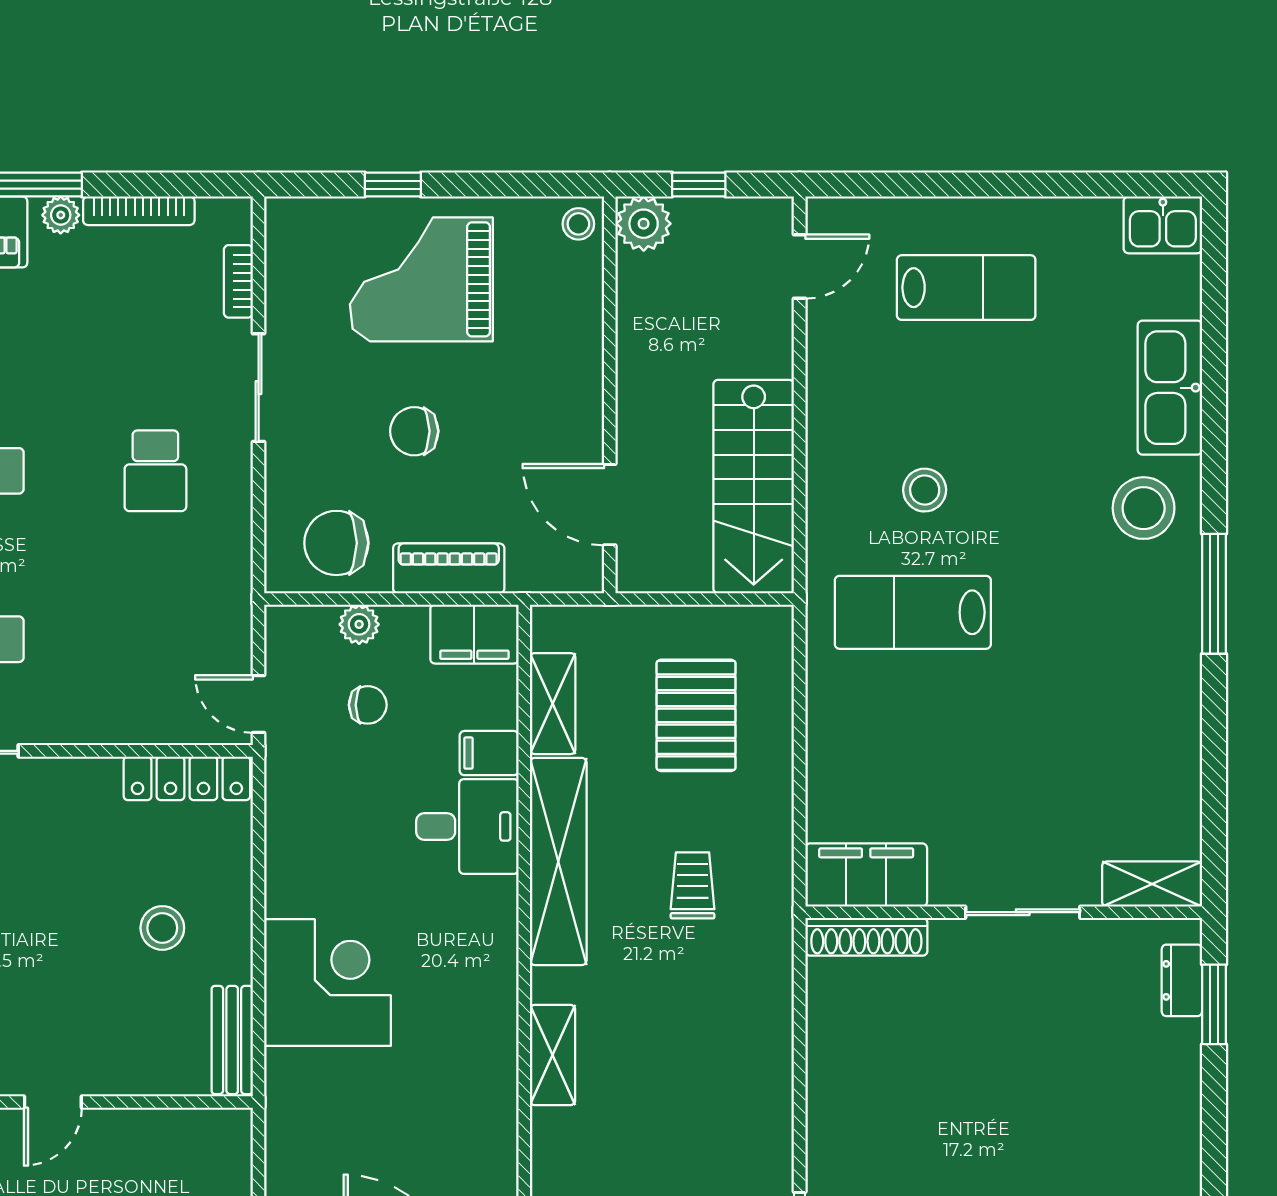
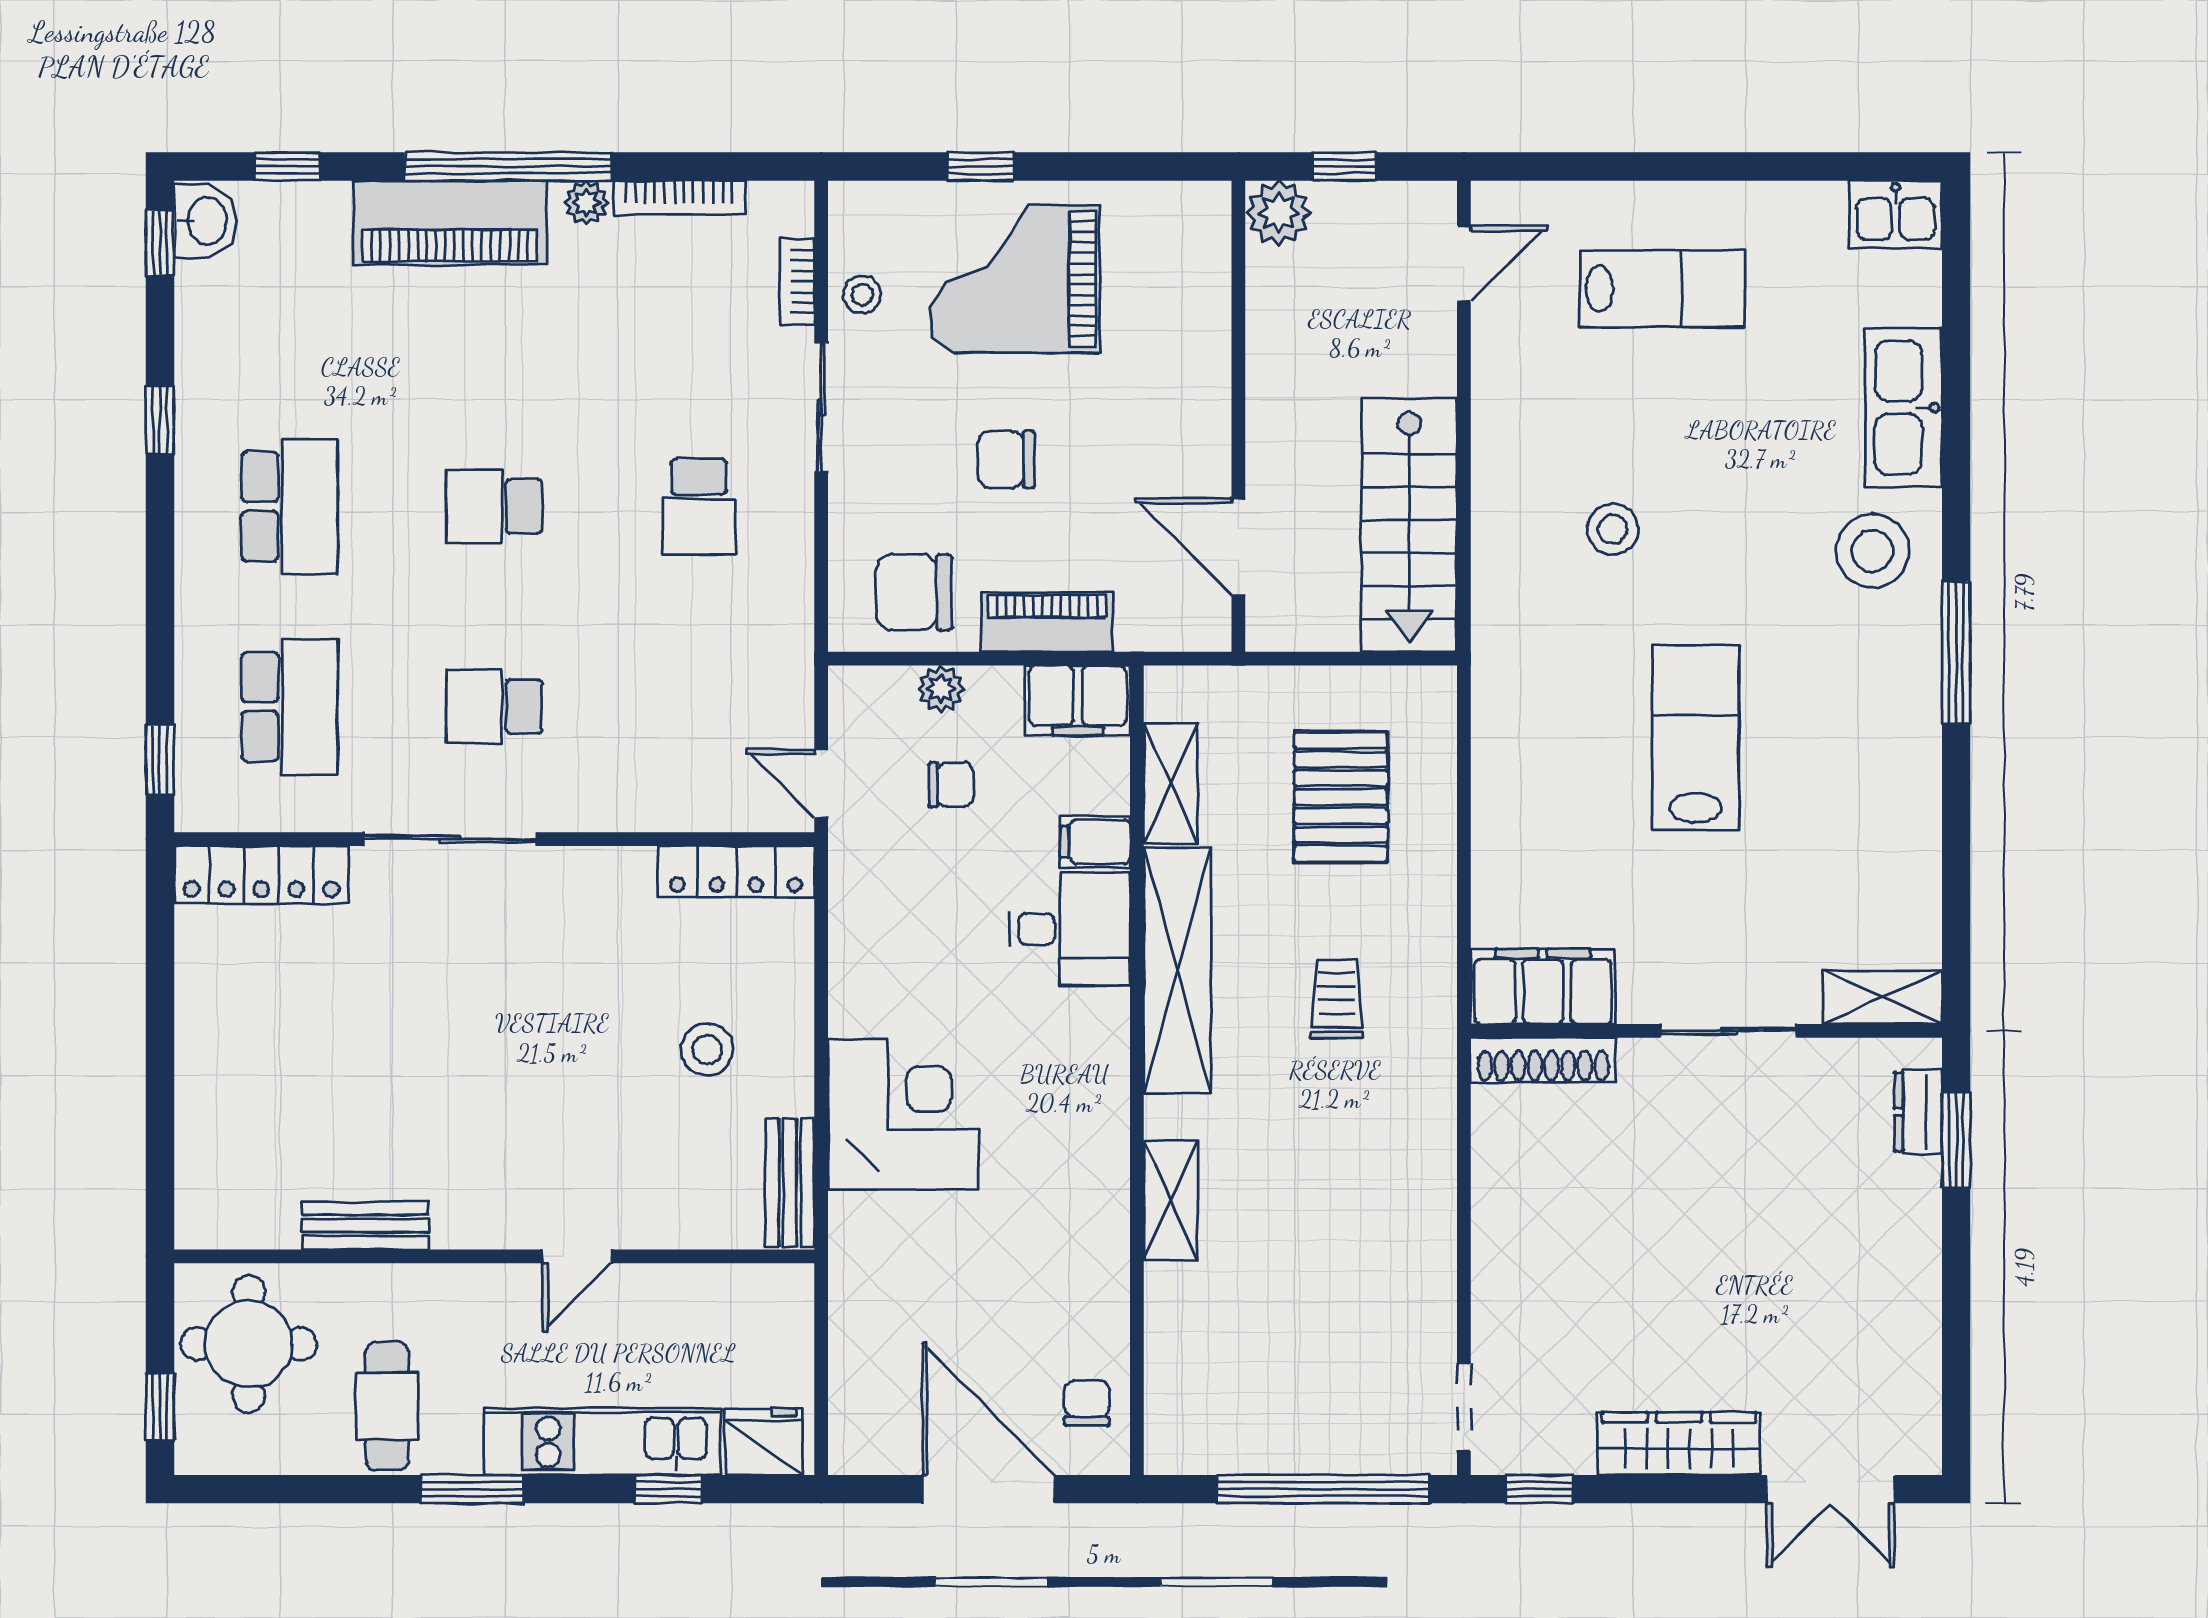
stool: (578, 224) -> (862, 294), moved
lab bench: (913, 612) -> (1696, 737), moved, turned 90

